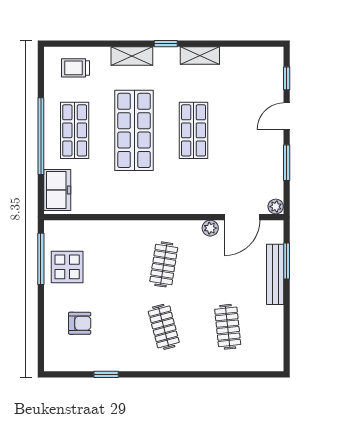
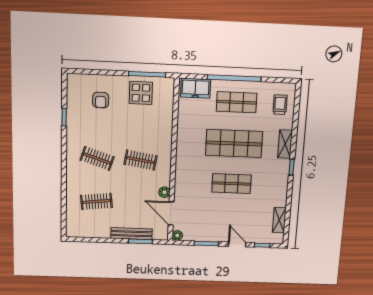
shelving: (200, 56) -> (279, 220), moved
clothes rail: (164, 327) -> (97, 158), turned 33

